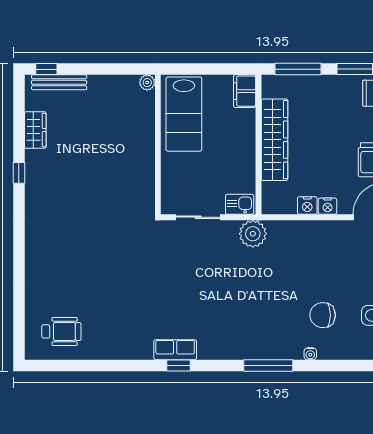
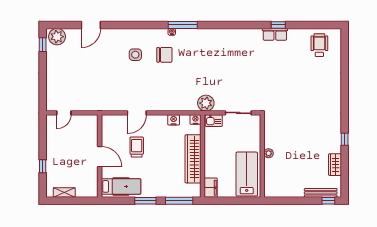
plant: (147, 82) -> (269, 153), moved
nightstand: (328, 206) -> (195, 119), moved
wheelchair: (61, 331) -> (319, 45), turned 90
row of seats: (175, 350) -> (275, 34), moved
window: (179, 365) -> (278, 25), moved
window: (268, 365) -> (183, 25), moved

